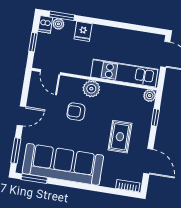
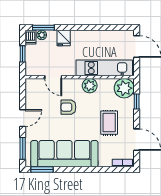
door: (50, 72) -> (53, 77), moved
plant: (91, 89) -> (90, 86), moved
plant: (150, 96) -> (124, 88), width x1.87, depth x1.87

